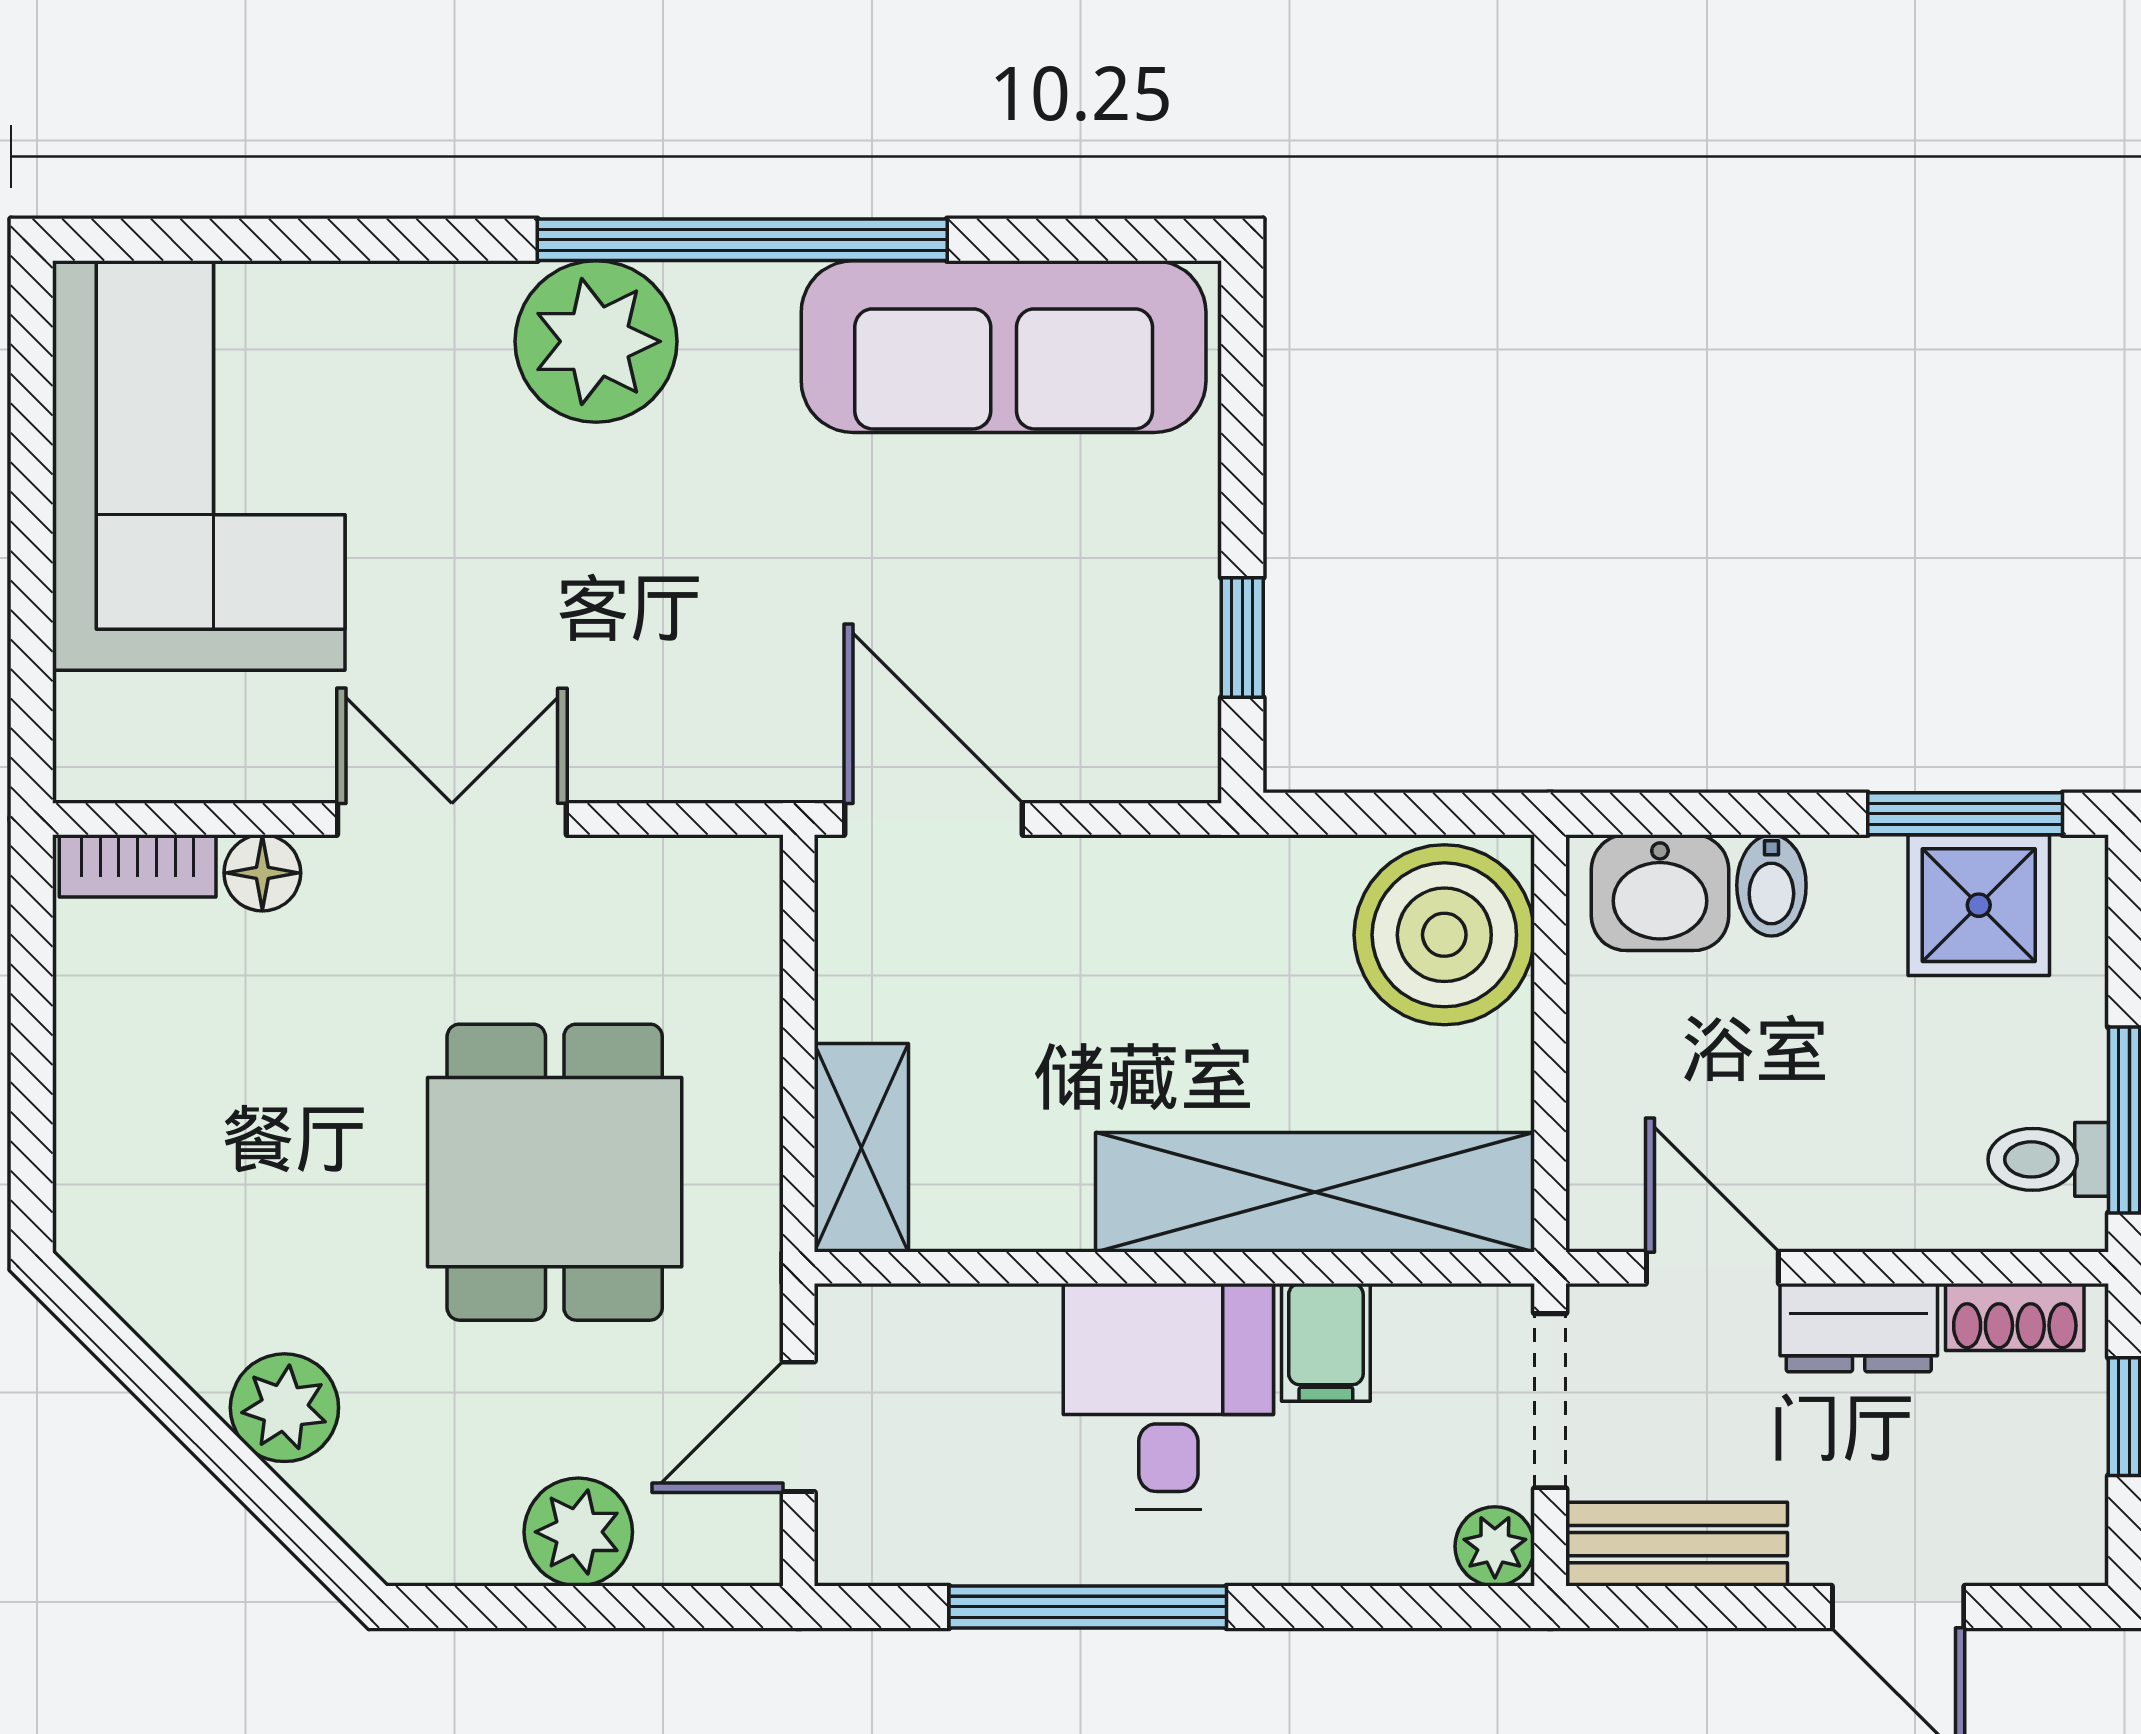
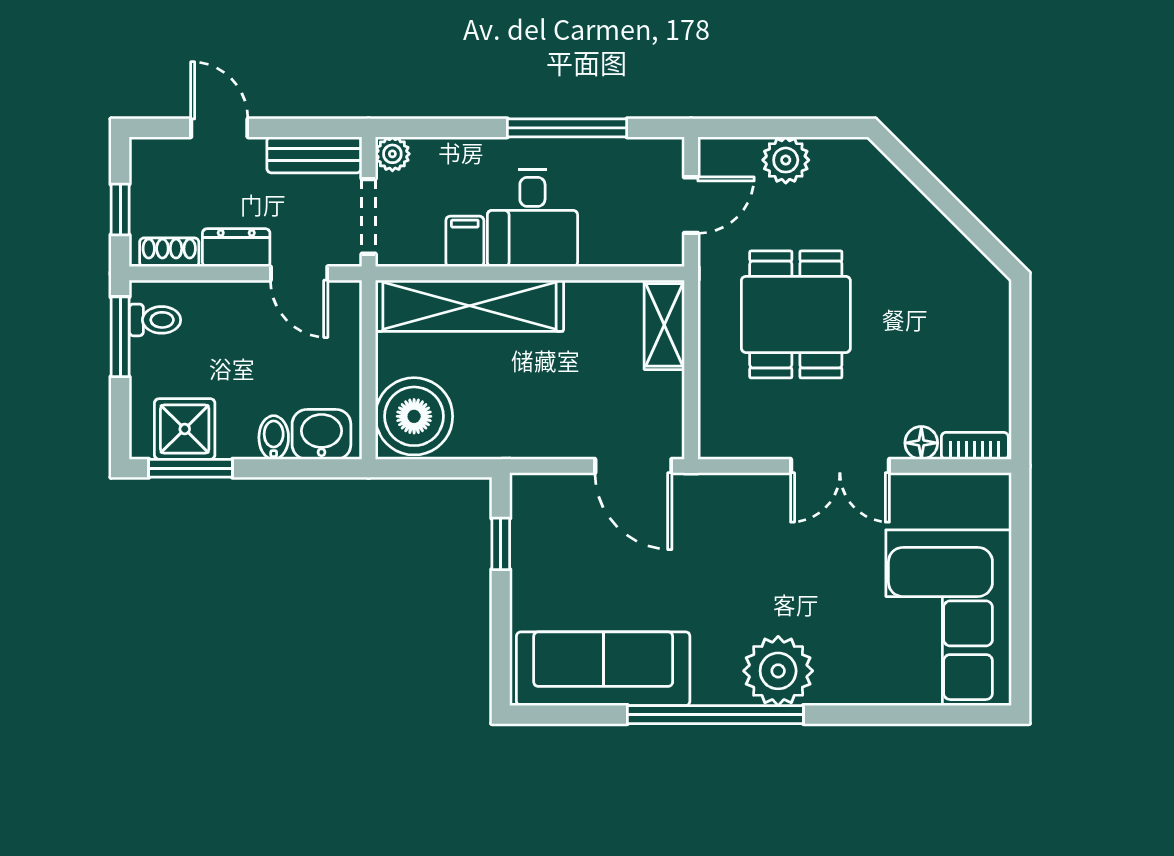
plant: (284, 1408) -> (912, 213), removed

